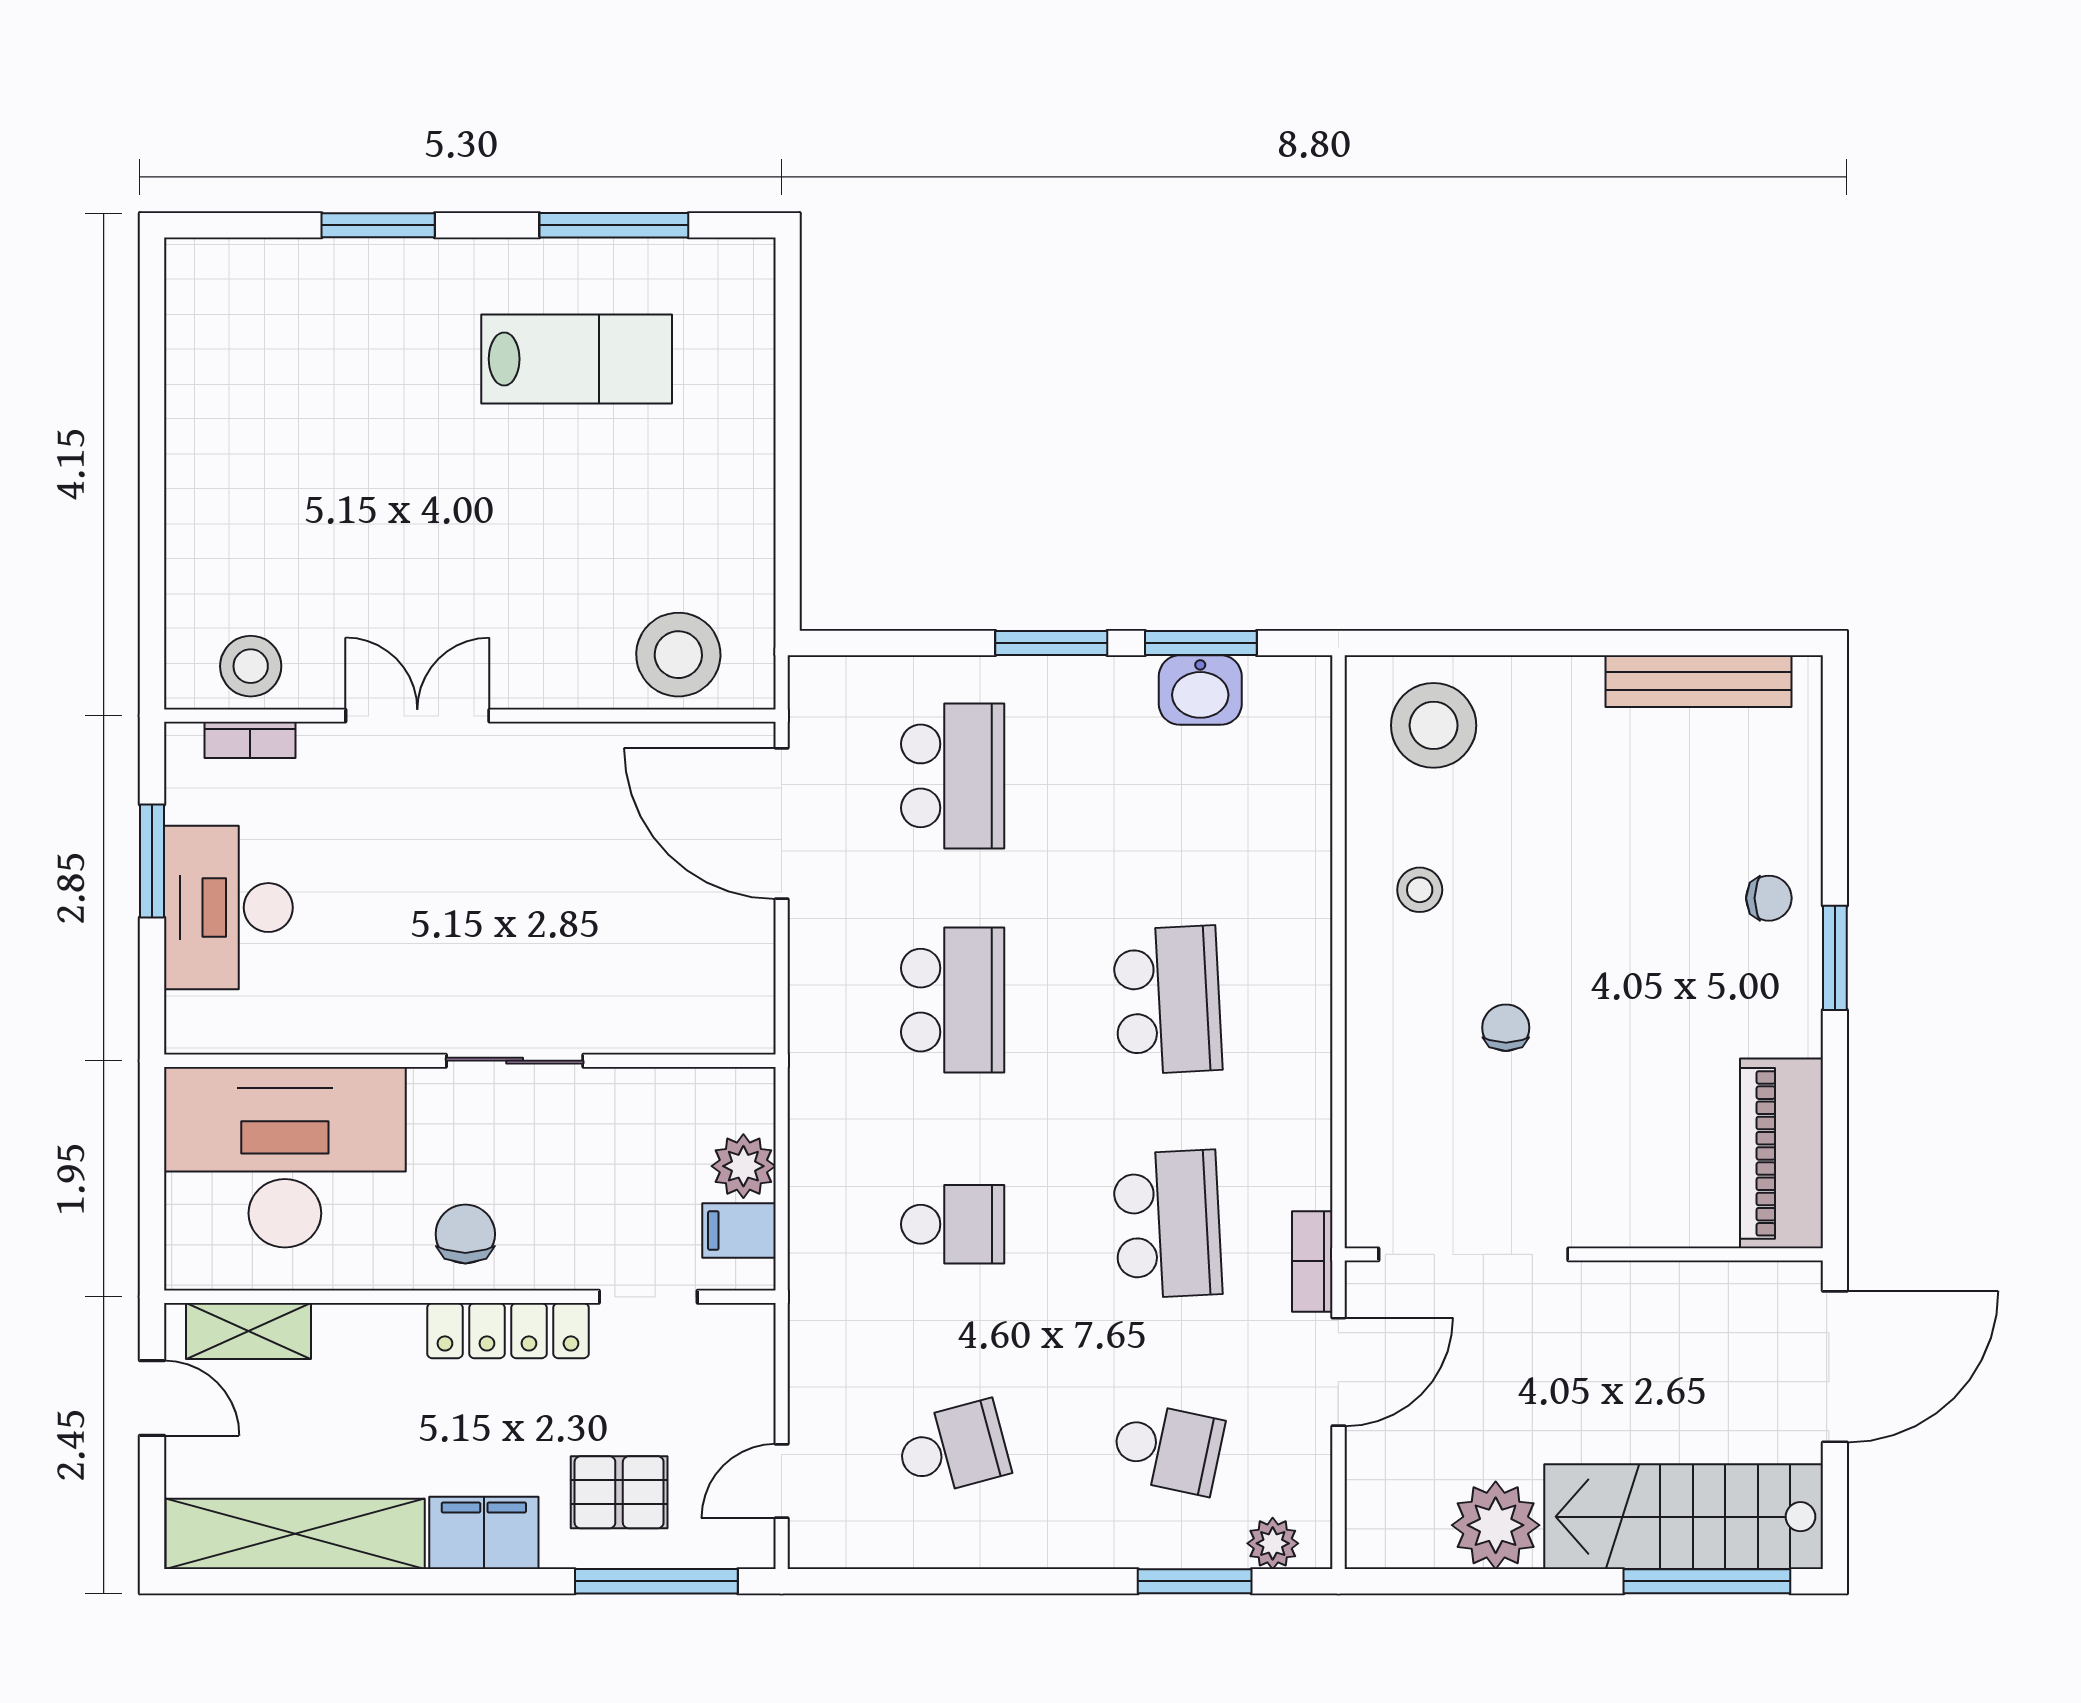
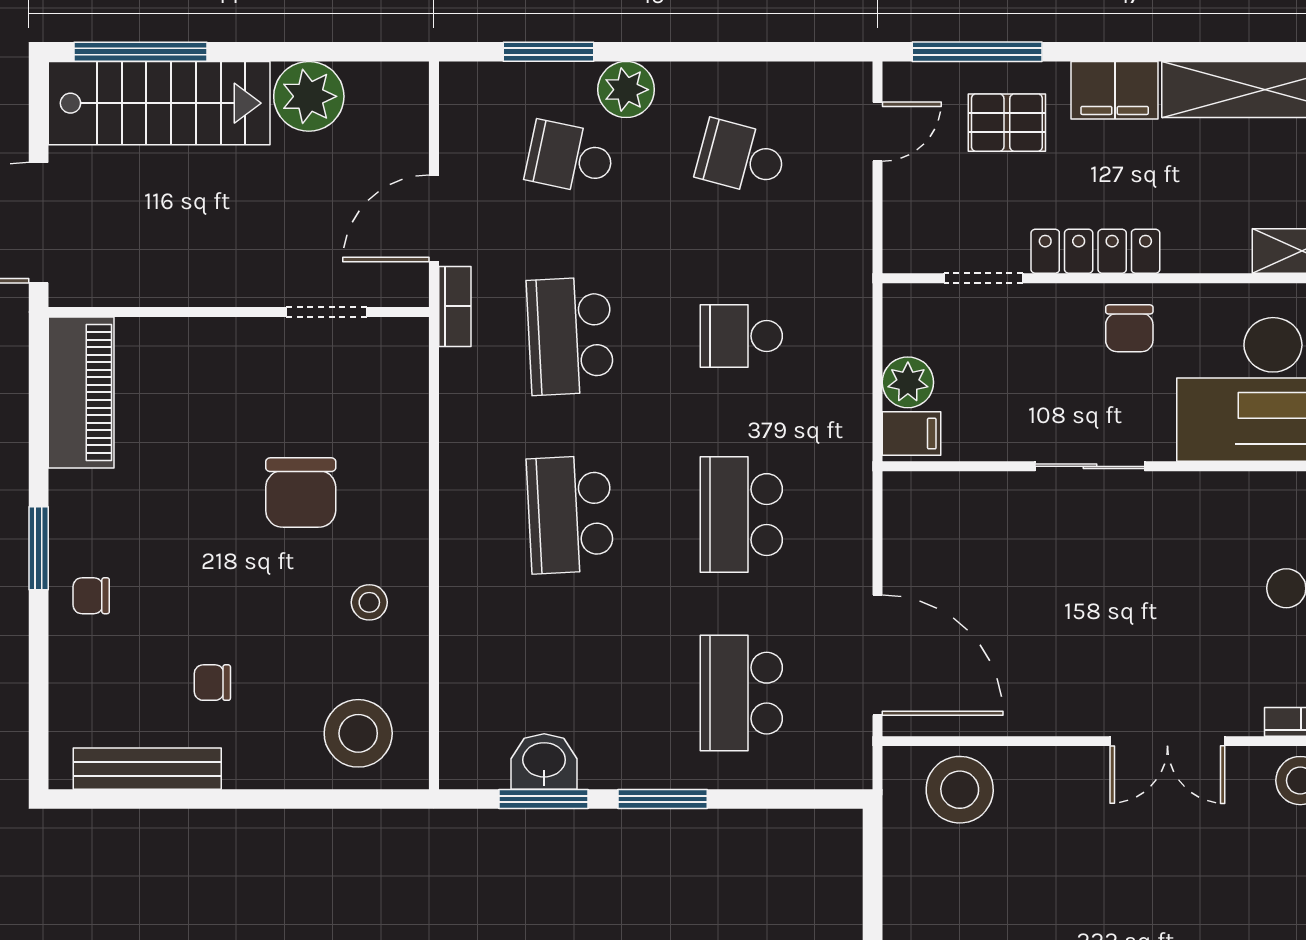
chair: (1617, 789) -> (212, 683), added
chair: (1506, 1028) -> (301, 493), width x1.87, depth x1.87
filing cabinet: (739, 1231) -> (911, 434), moved
doorway: (1473, 1254) -> (326, 312), width x0.53
school desk: (953, 1448) -> (741, 158), turned 30
plant: (1273, 1543) -> (626, 90), moved, width x1.38, depth x1.38

